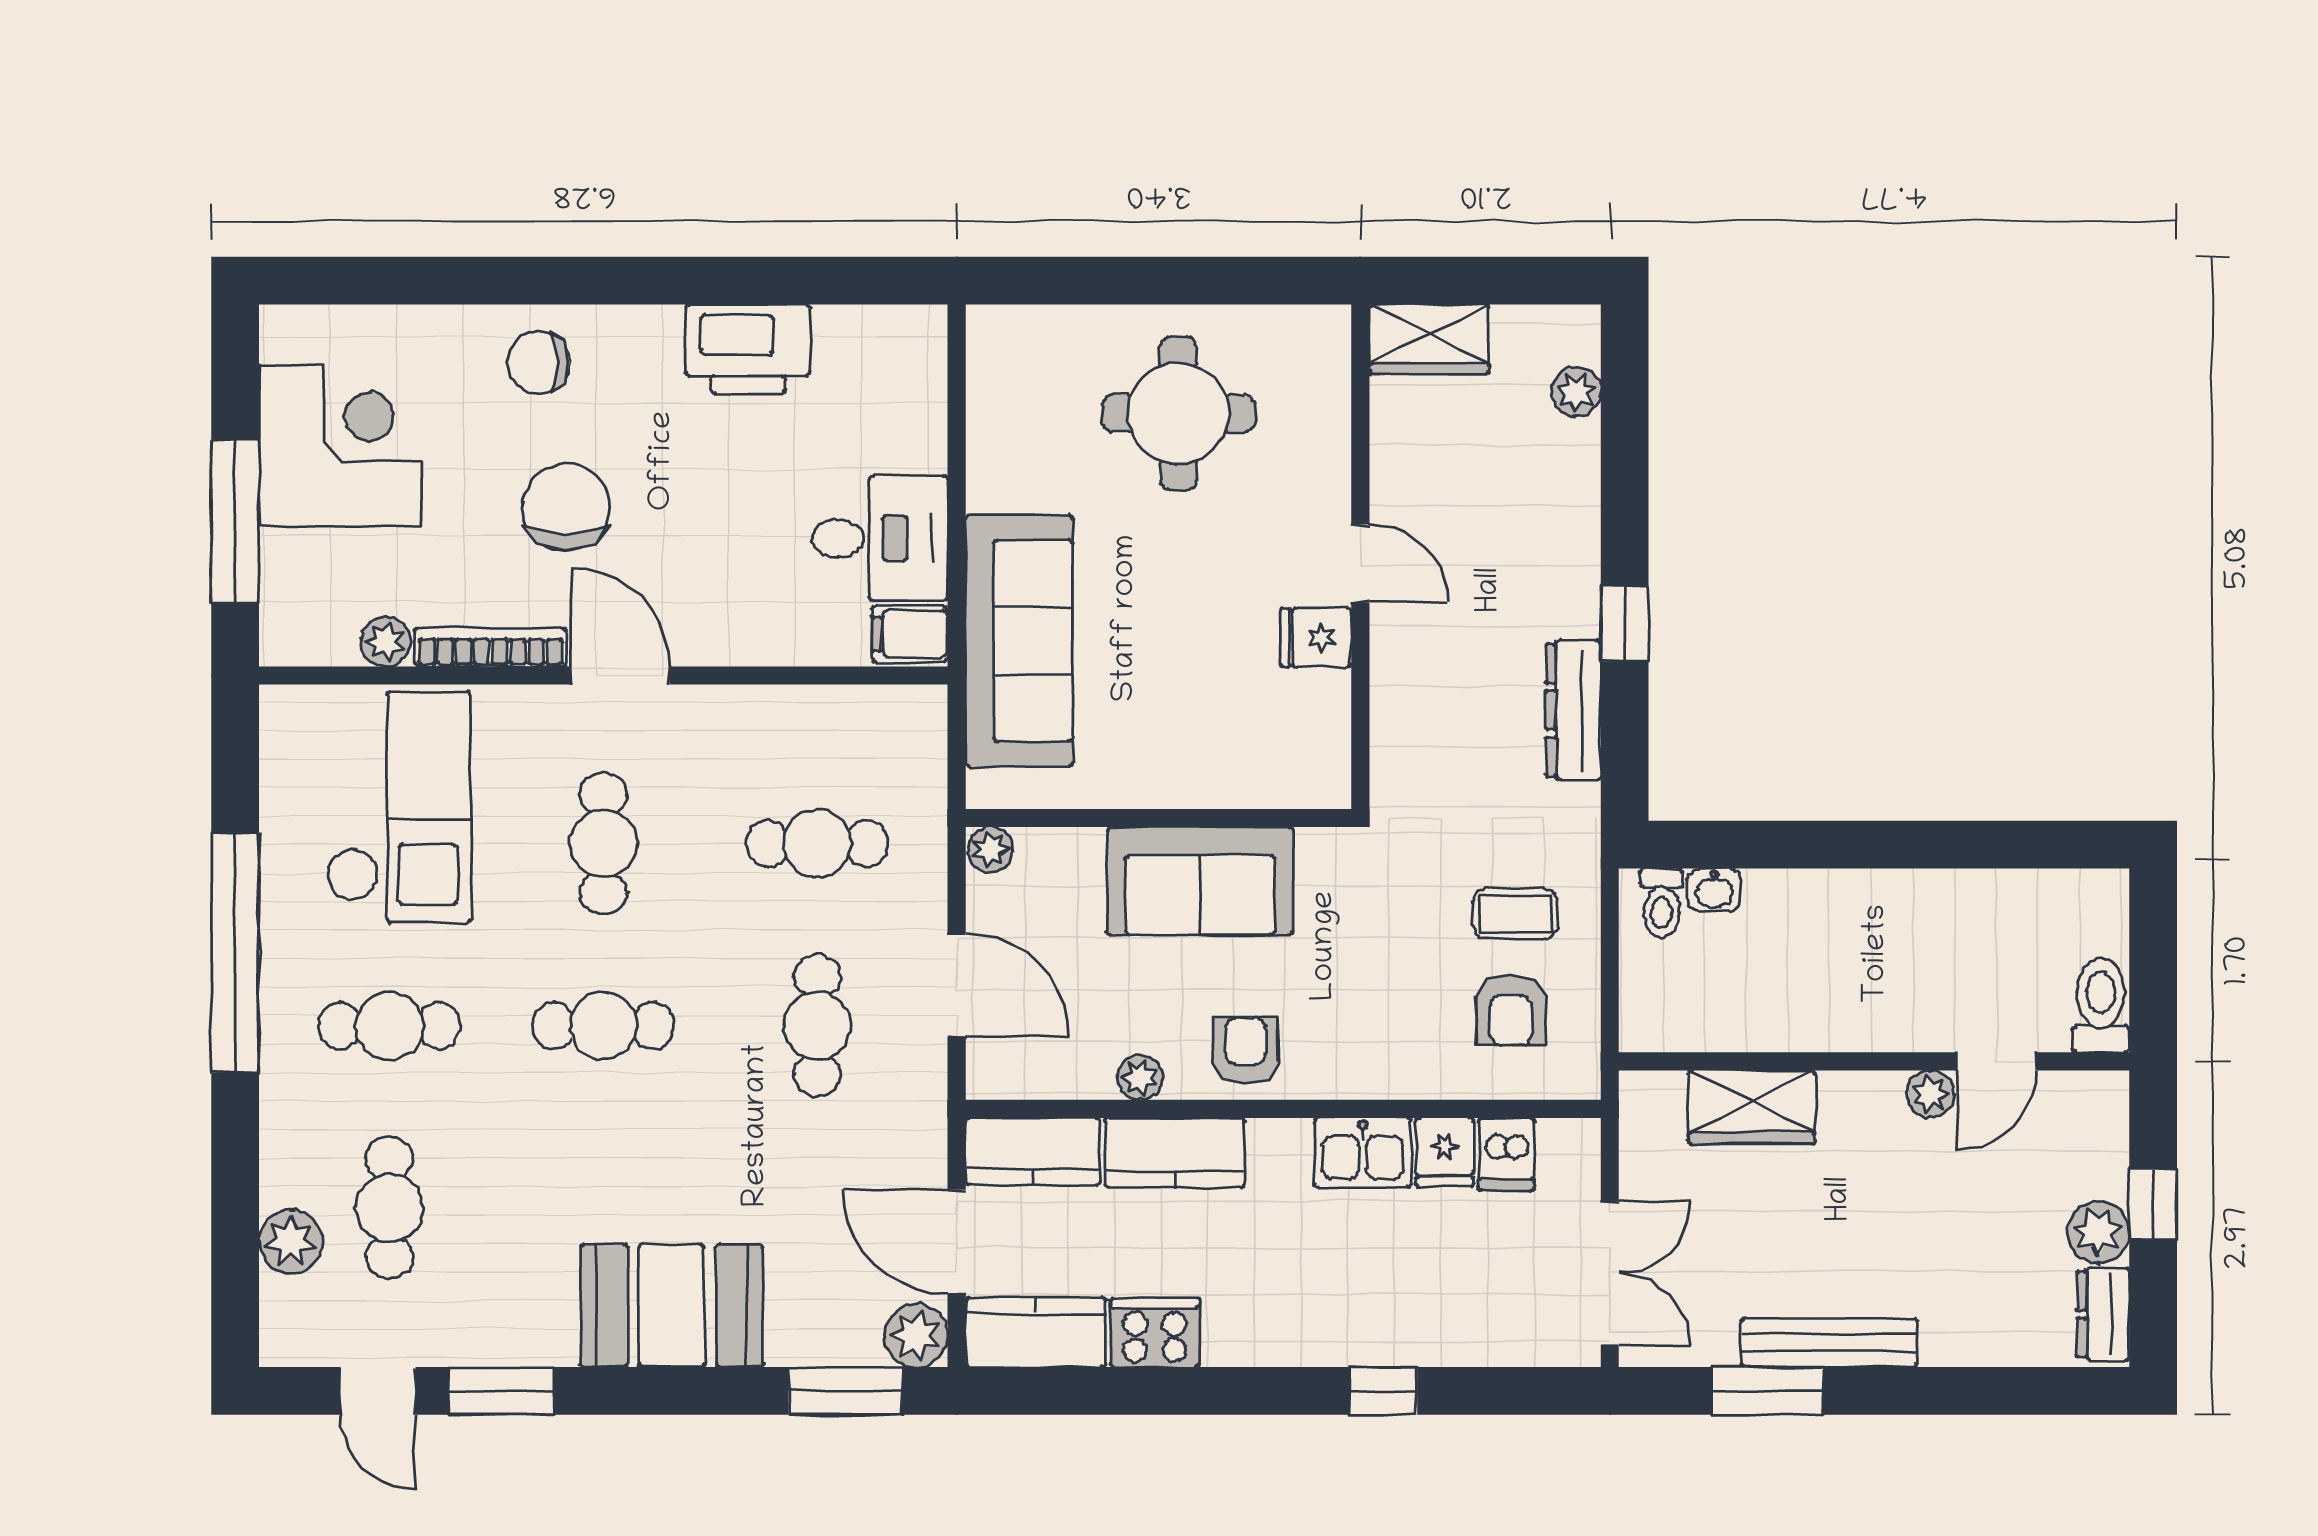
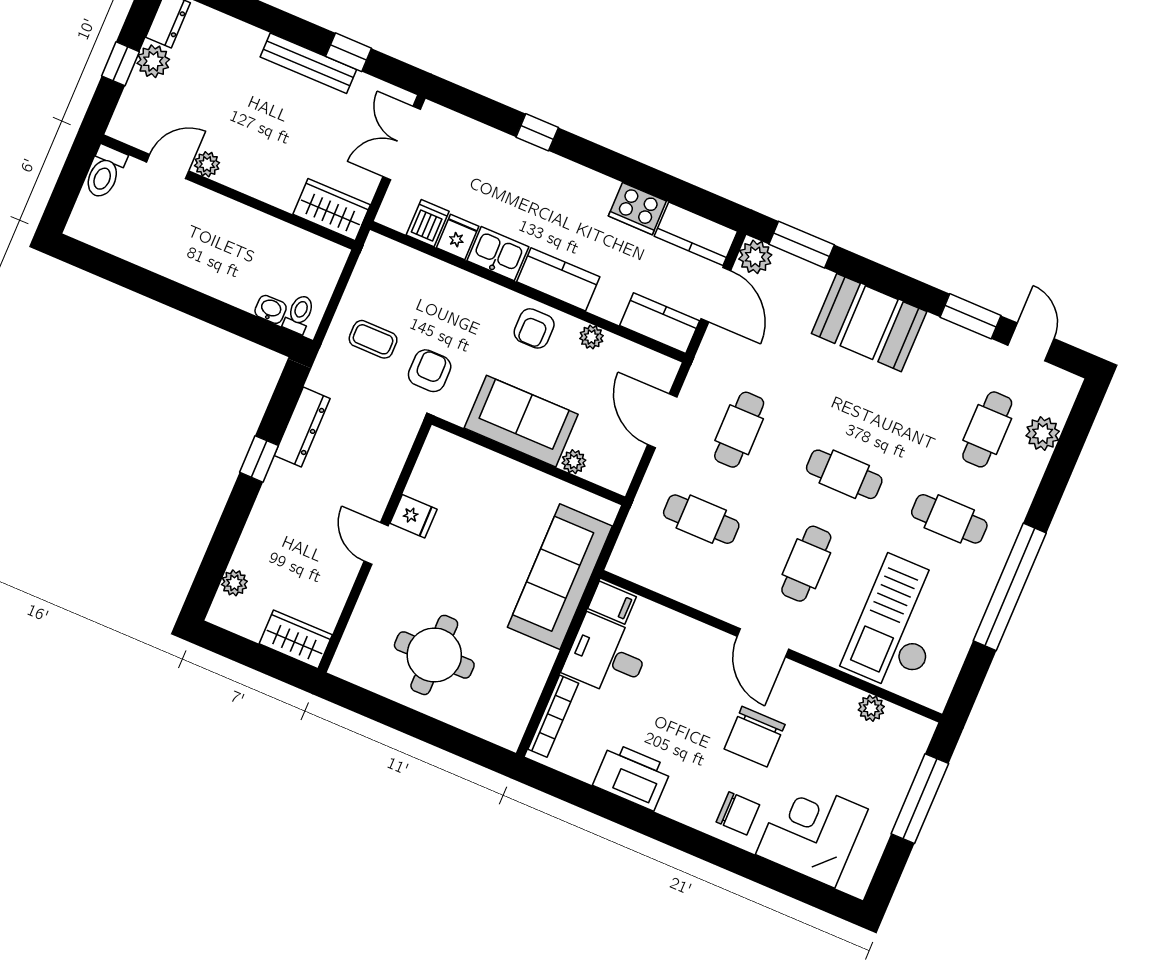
corner desk: (340, 446) -> (812, 832), moved, turned 90
bookcase: (491, 647) -> (553, 716), moved, turned -90
plant: (990, 849) -> (574, 462), moved
armchair: (1511, 1010) -> (430, 371), moved
wardrobe: (1752, 1107) -> (332, 210), moved
kitchen counter: (1175, 1153) -> (558, 279), moved
window: (1768, 1391) -> (349, 52), width x0.67

